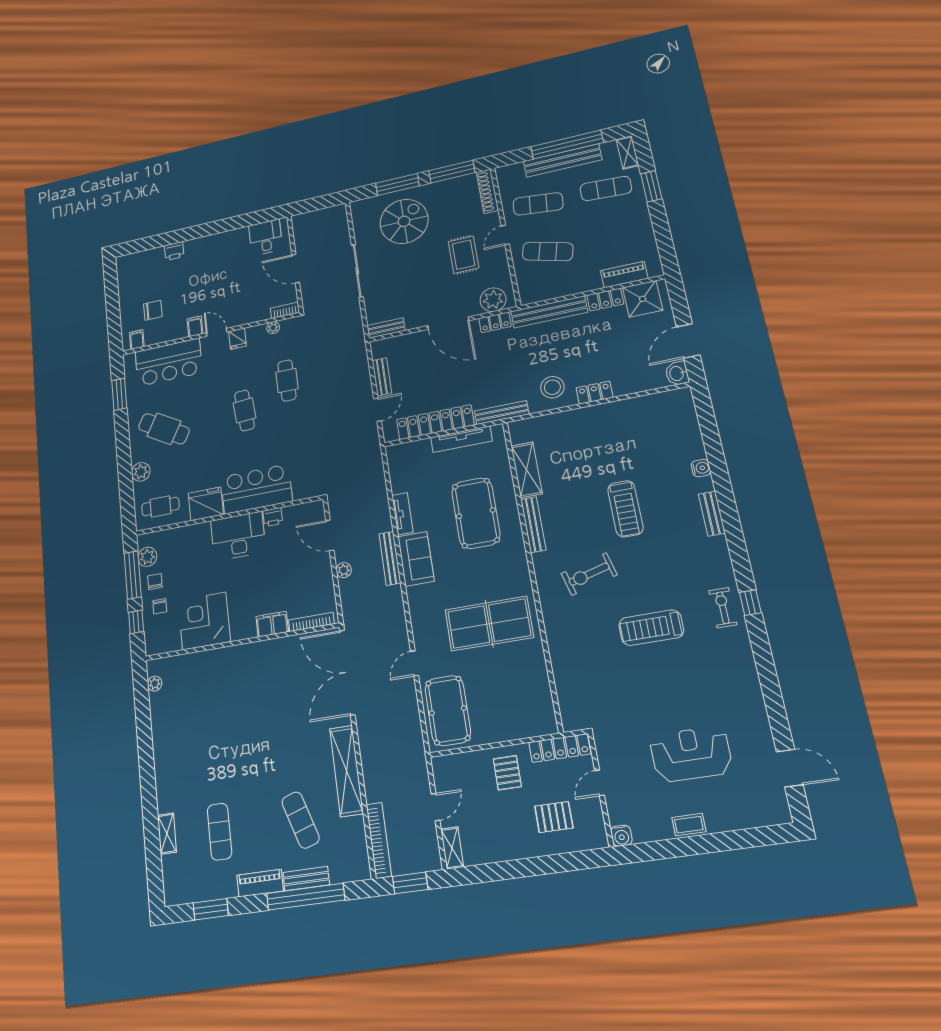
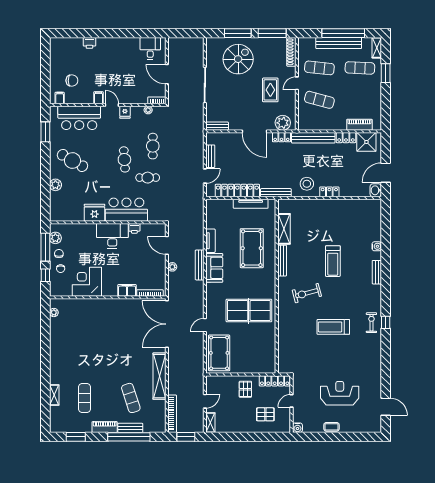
cafe table: (160, 506) -> (148, 178), moved

